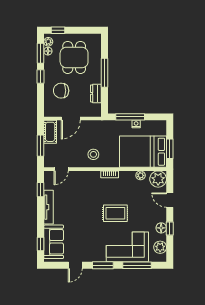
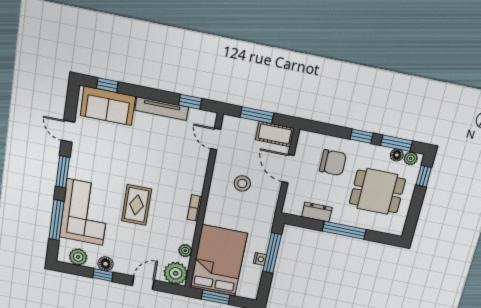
chair: (61, 91) -> (333, 163), turned 90
stool: (93, 154) -> (242, 183), moved

